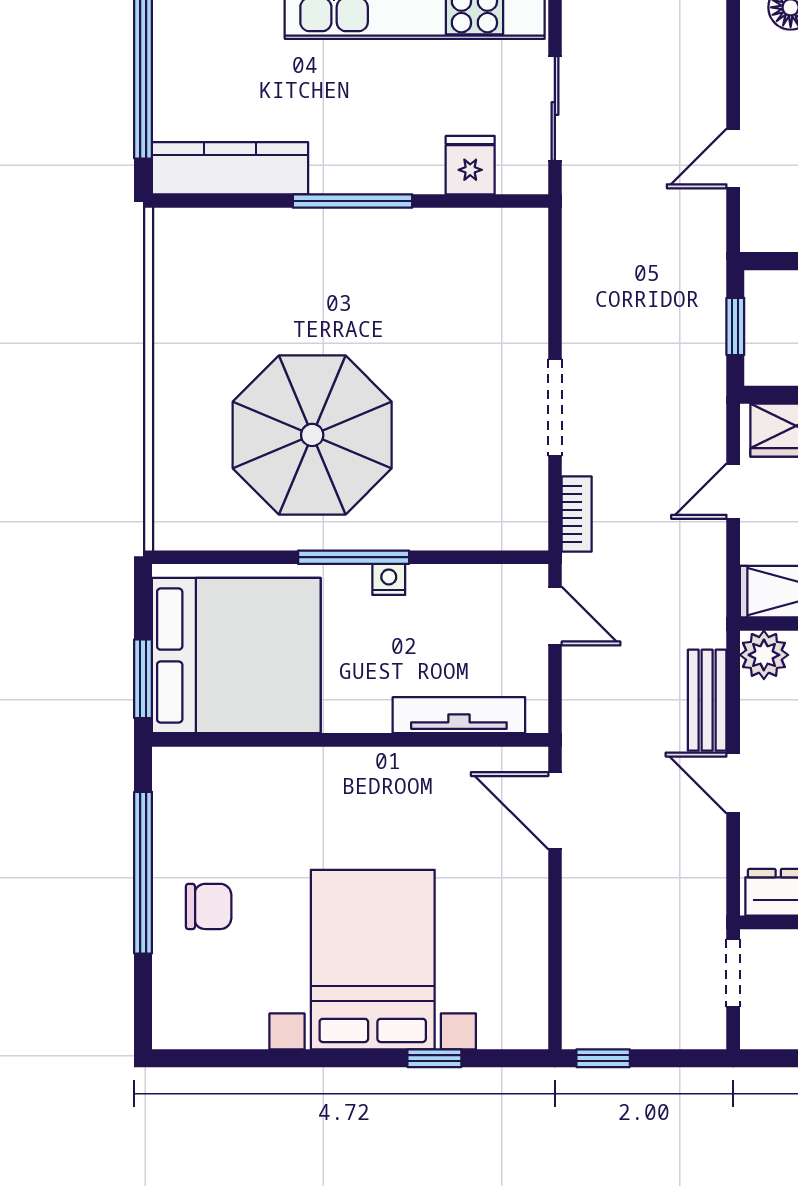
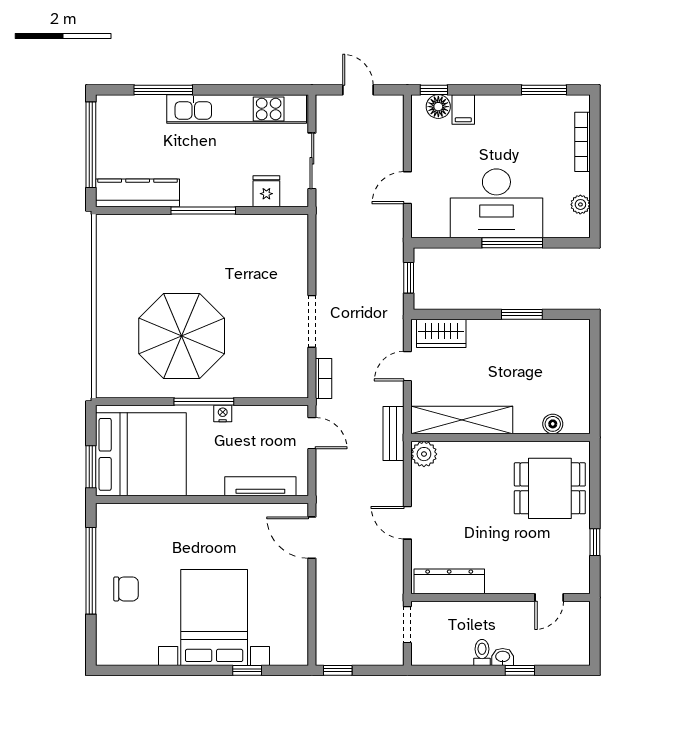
bench: (707, 700) -> (393, 433), moved

